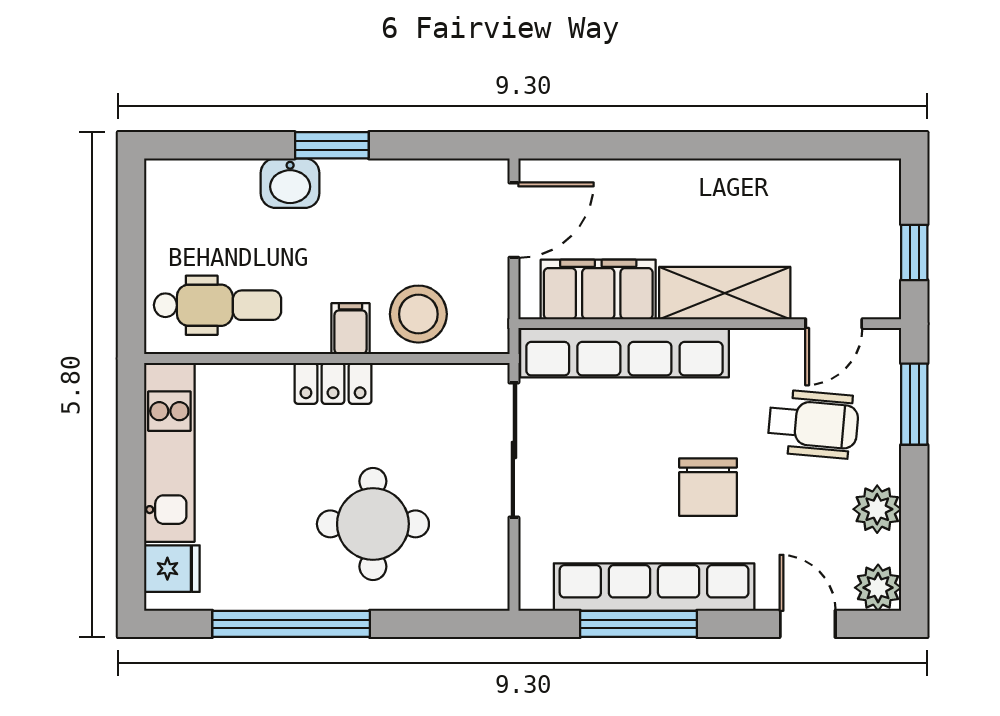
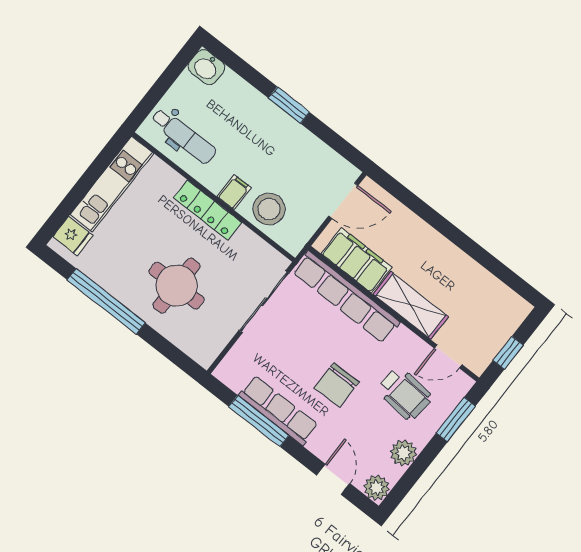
washbasin: (290, 183) -> (206, 67), moved
locker: (333, 383) -> (208, 210), width x1.53
row of seats: (654, 587) -> (278, 410), width x0.73

